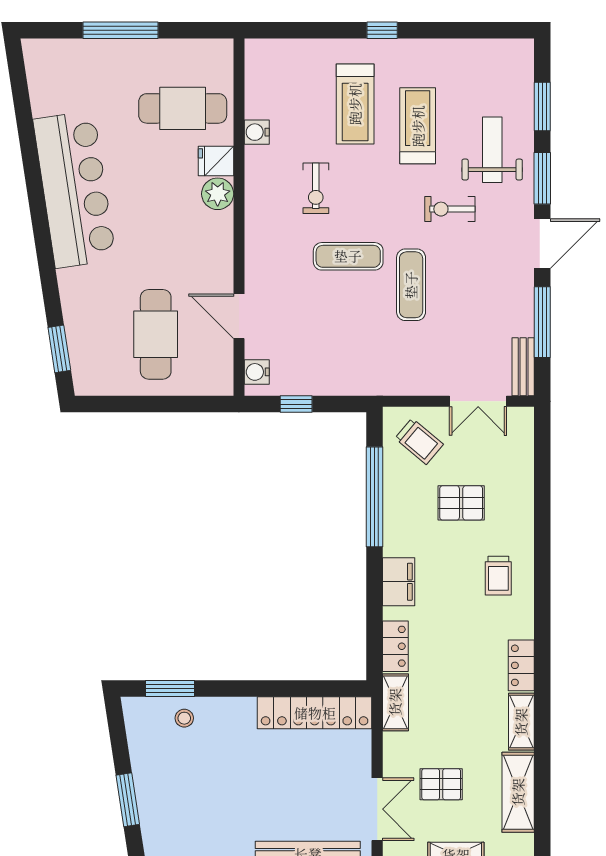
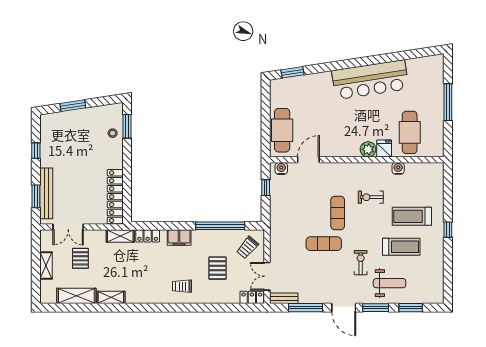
cafe table: (156, 334) -> (282, 130), moved, turned 90
locker: (521, 665) -> (252, 297), moved

